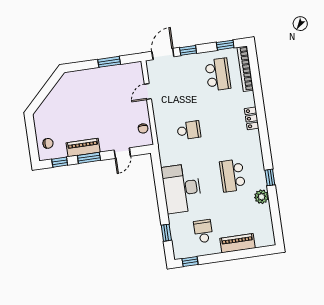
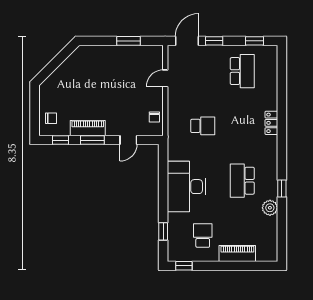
bookcase: (245, 69) -> (272, 69), removed

